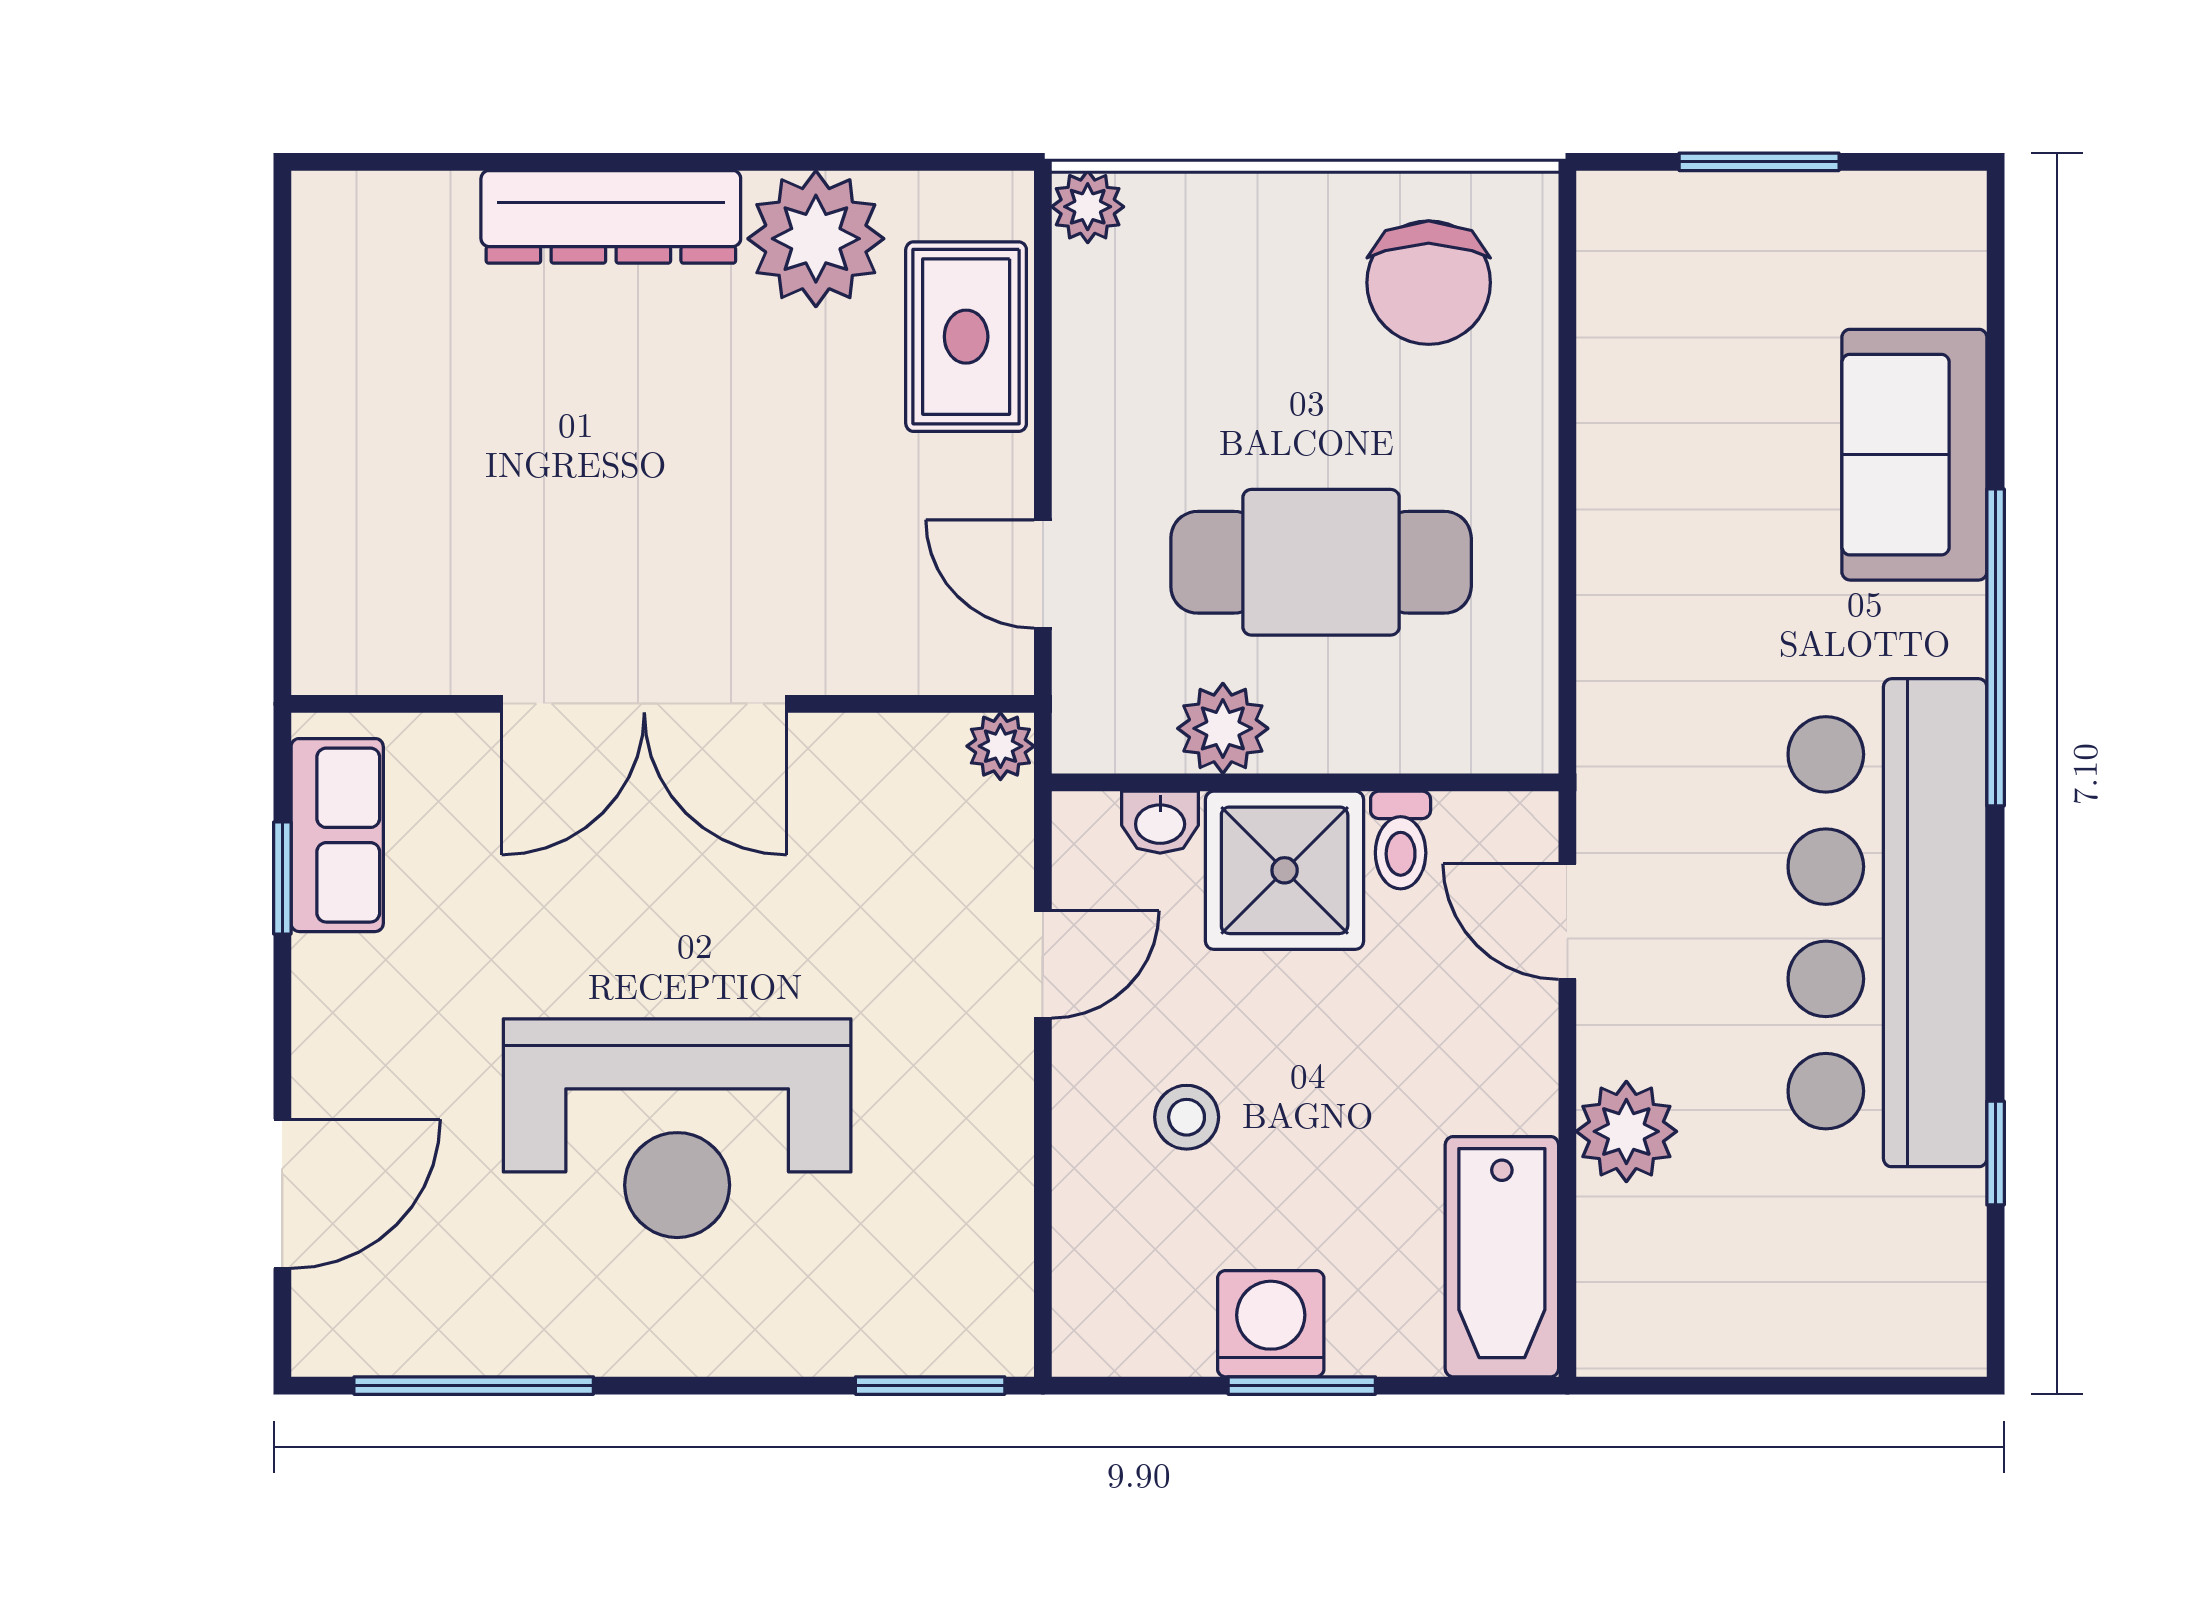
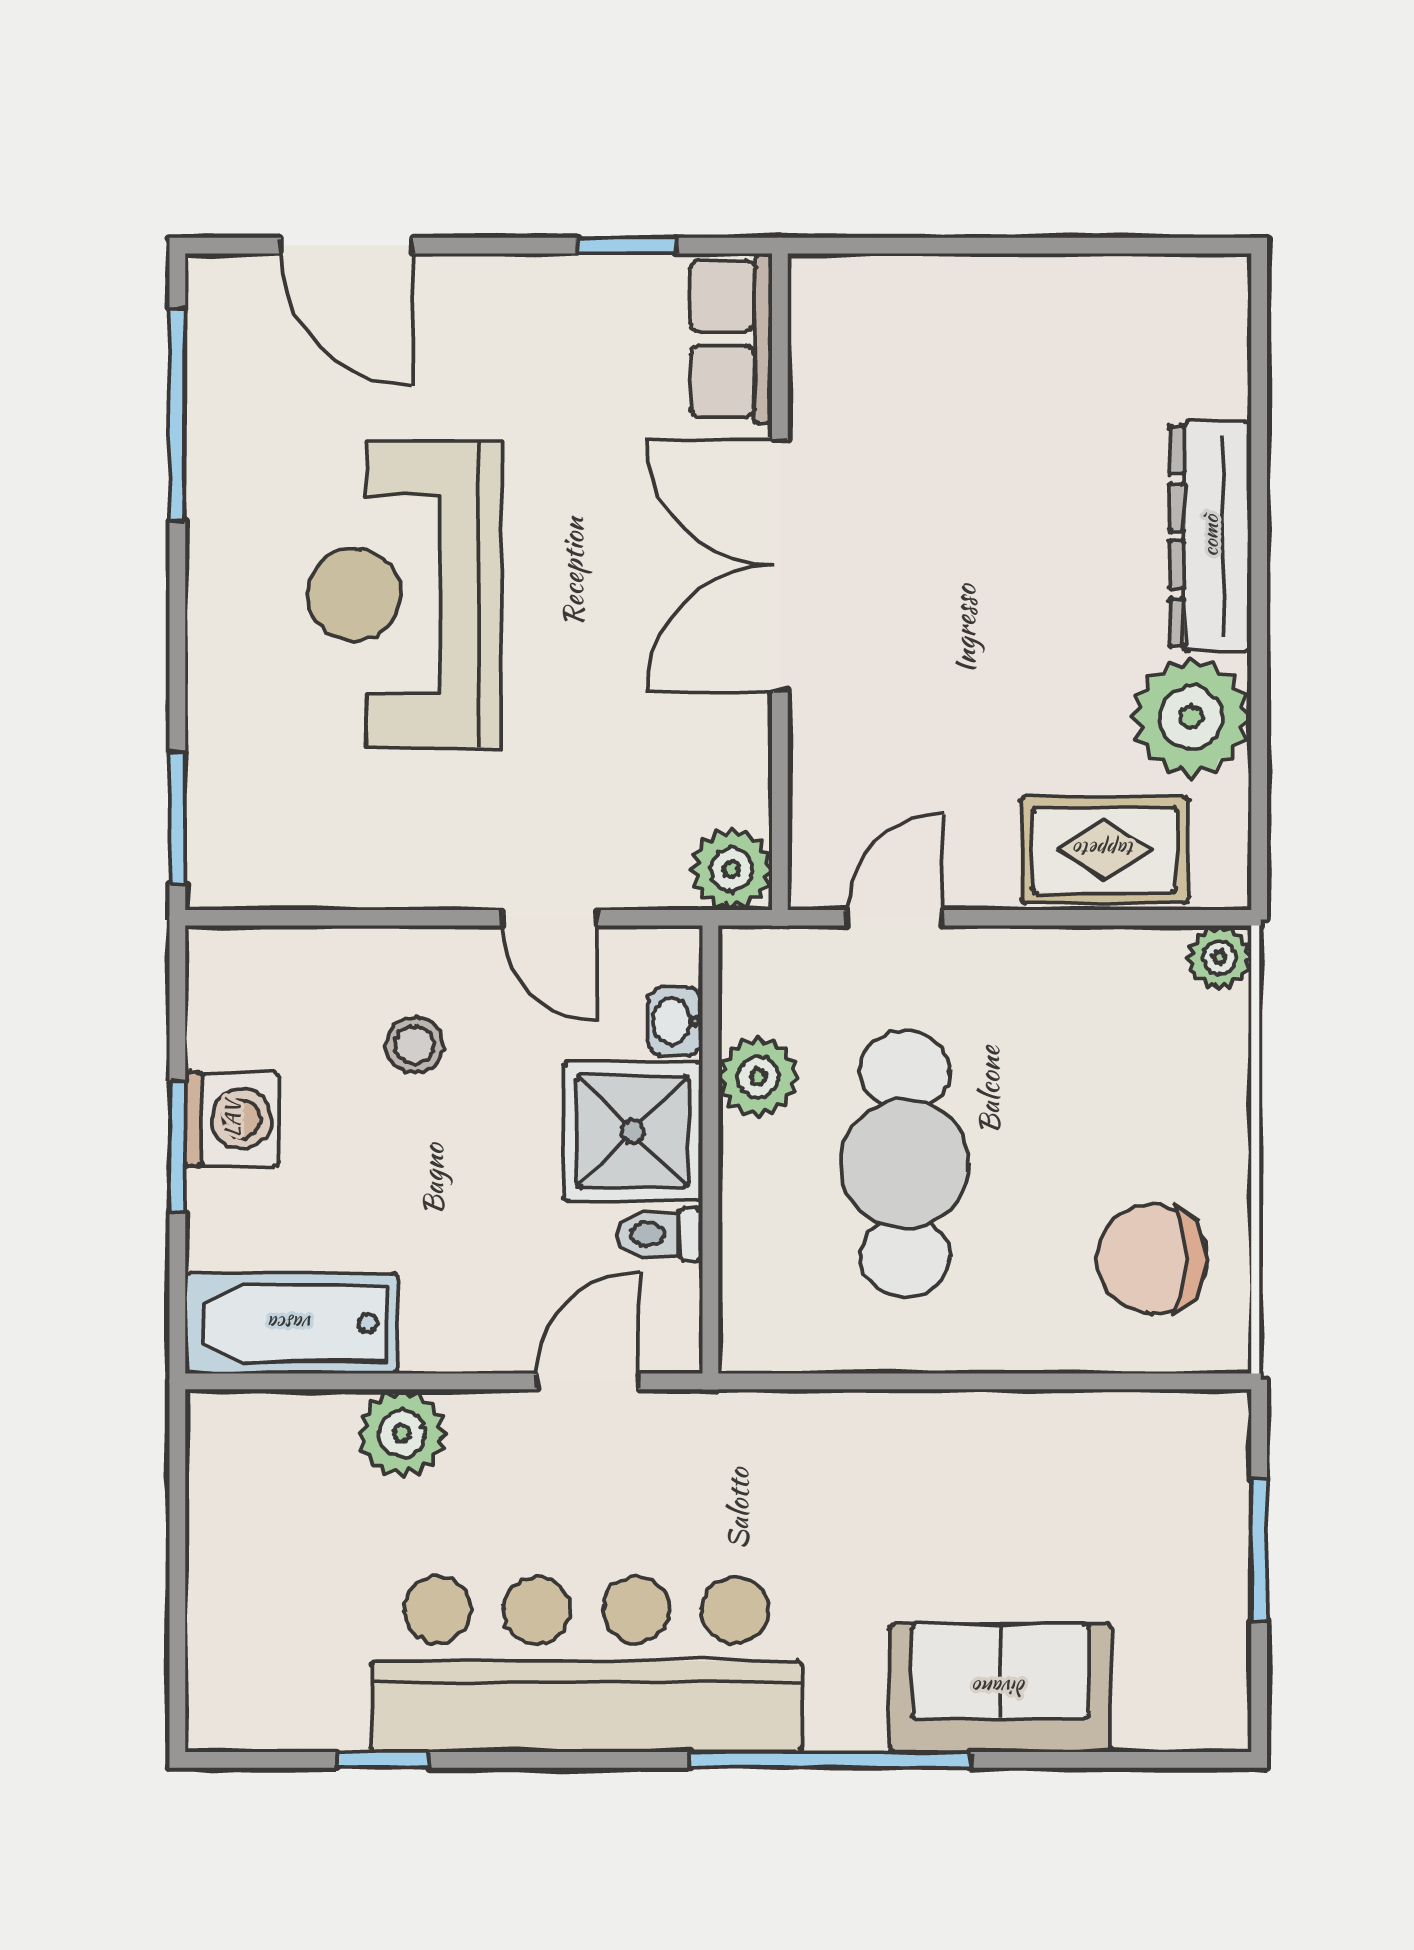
plant: (1000, 746) -> (731, 869), width x1.38, depth x1.38
row of seats: (337, 835) -> (731, 339), moved, turned 90

